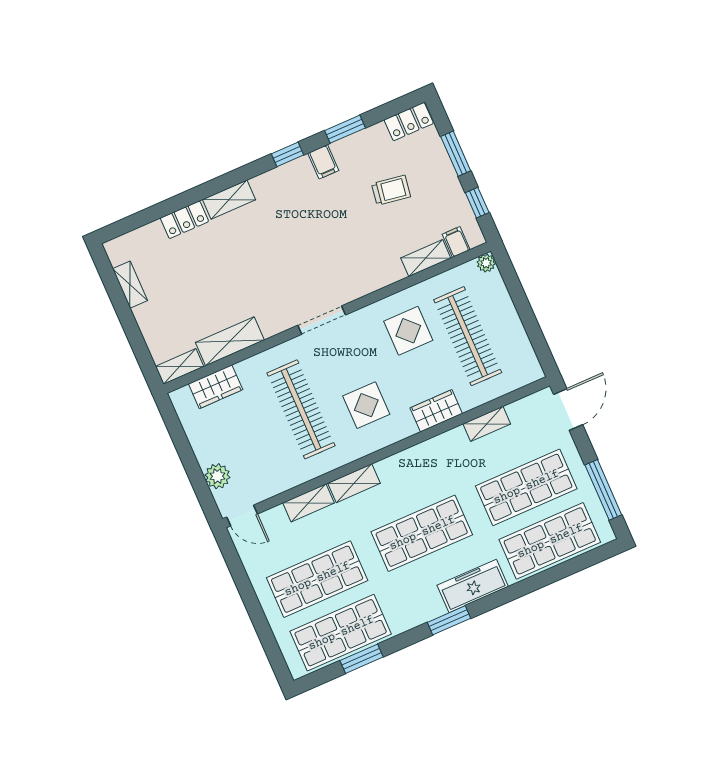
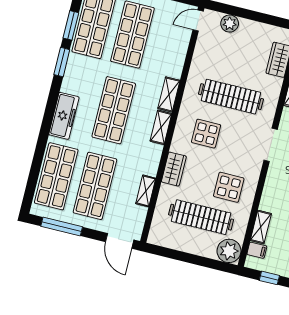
plant: (486, 263) -> (229, 251), width x1.88, depth x1.88
shelving: (309, 503) -> (161, 127), moved
window: (449, 620) -> (62, 62), moved

